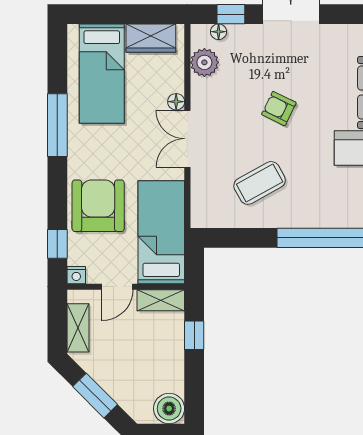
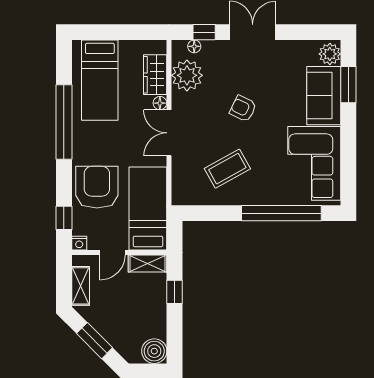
wardrobe: (151, 38) -> (155, 75), moved, turned 90
plant: (204, 62) -> (187, 75), width x1.36, depth x1.36
window: (57, 125) -> (64, 122), width x1.46

